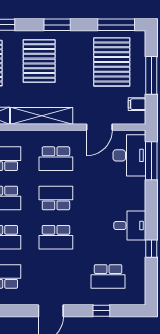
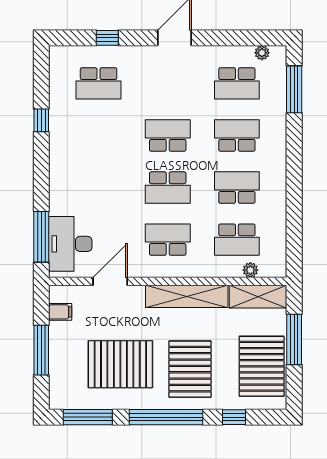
window: (57, 25) -> (166, 417), width x2.11
pallet: (112, 62) -> (120, 364), moved, turned 90
desk: (130, 226) -> (70, 151), removed
school desk: (108, 276) -> (99, 83), turned 180

